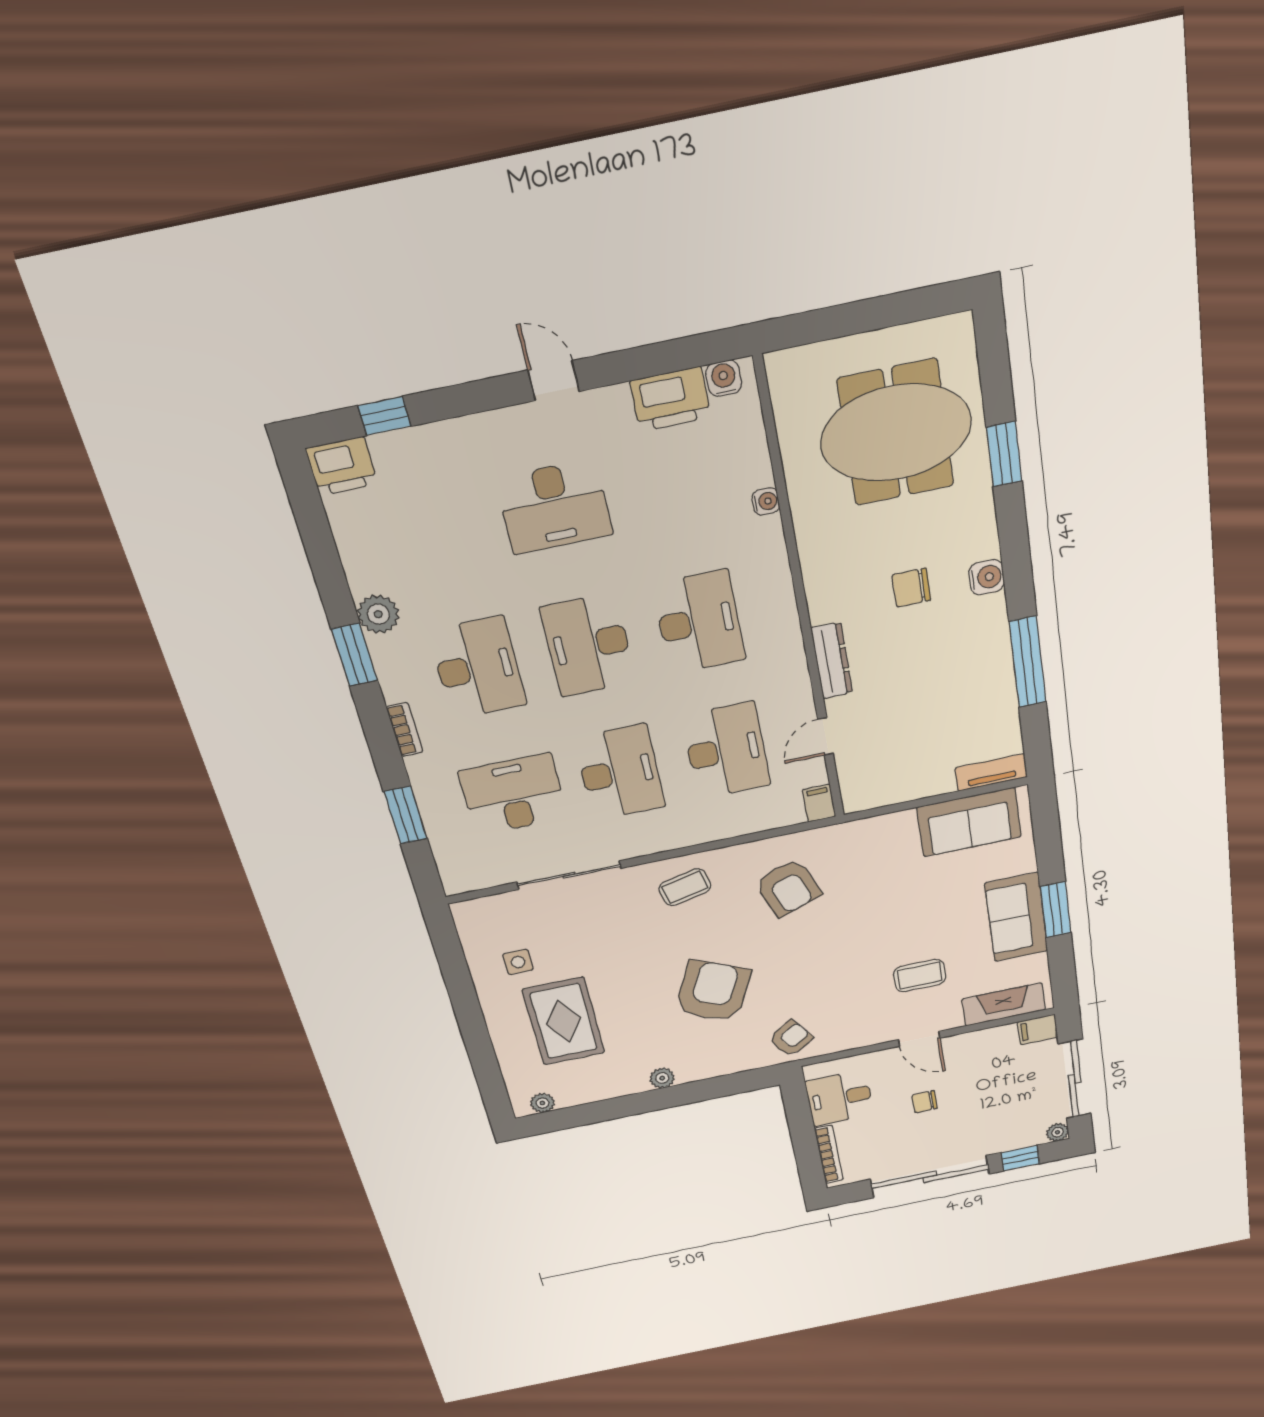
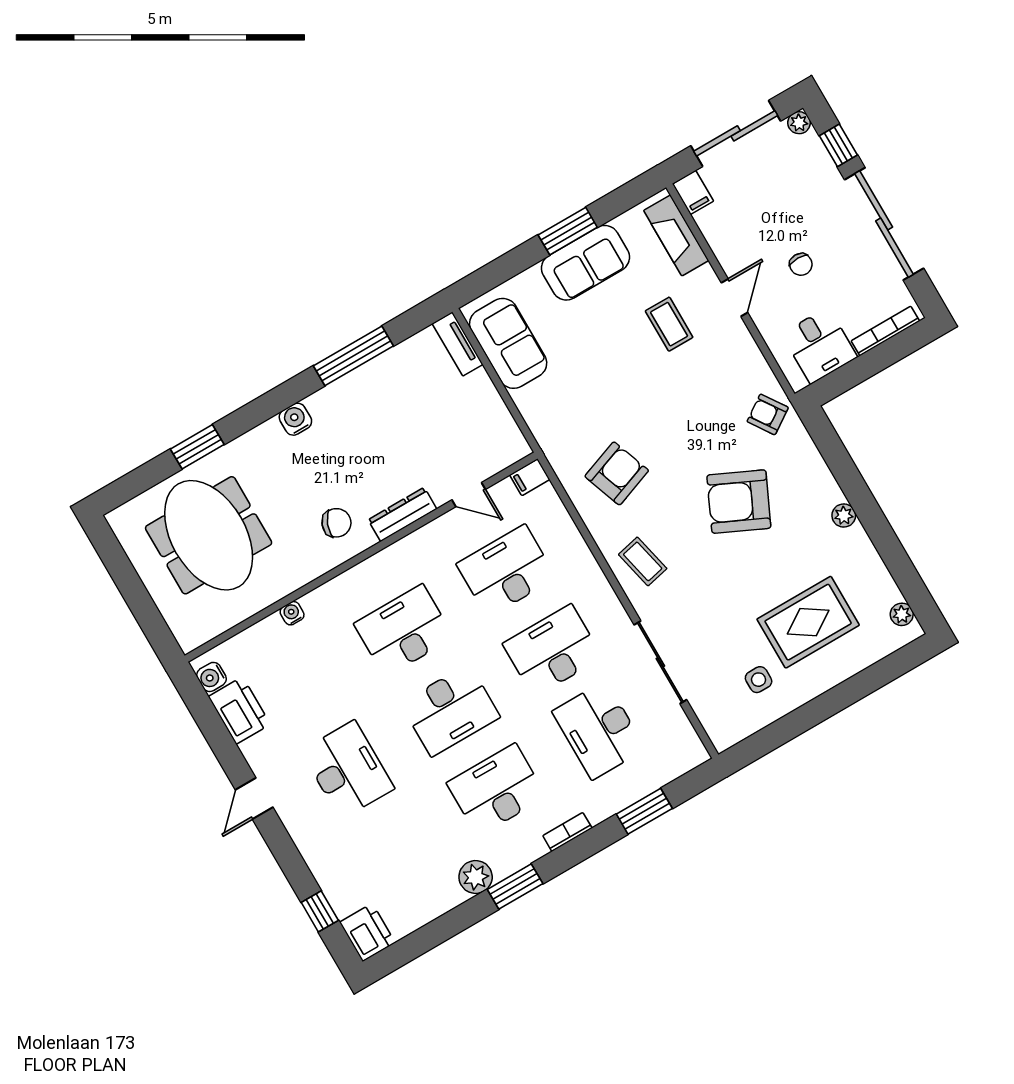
chair: (911, 588) -> (336, 523), moved, turned -69

